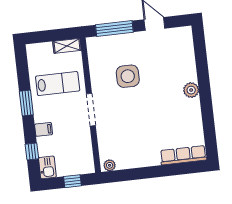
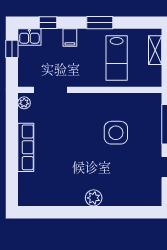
shelving: (67, 46) -> (155, 50), moved
doorway: (91, 110) -> (50, 90), moved
row of seats: (183, 155) -> (26, 147), moved
window: (72, 181) -> (12, 49), moved

